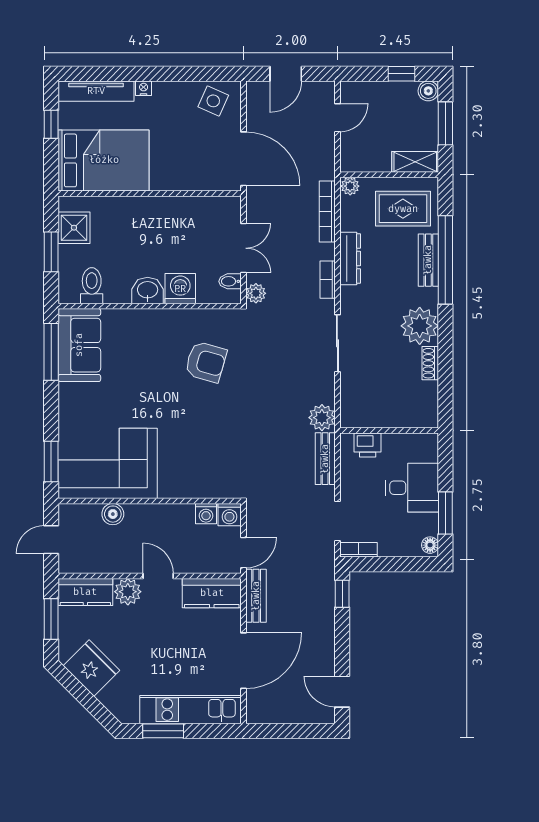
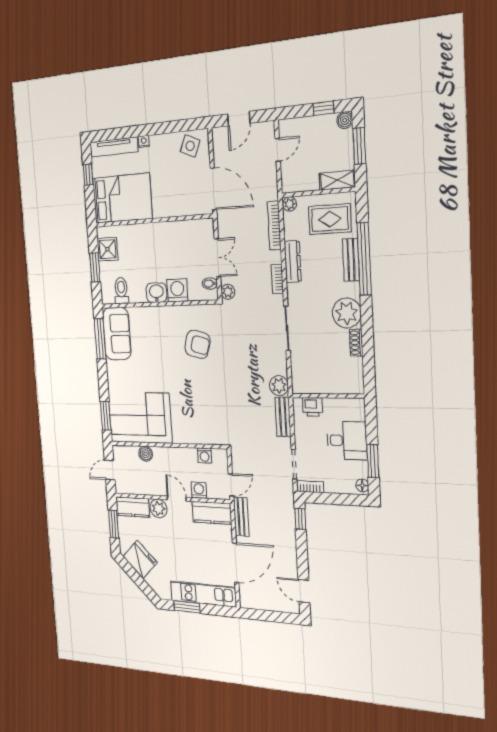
washing machine: (229, 515) -> (199, 490), moved, turned 180

